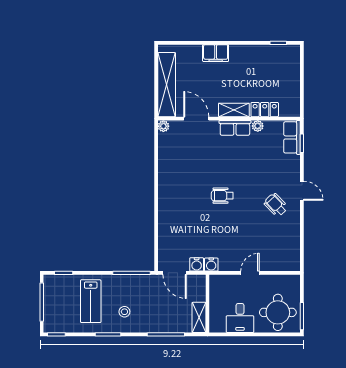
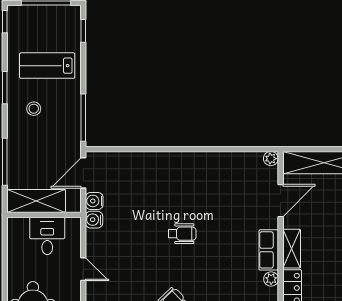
wheelchair: (222, 196) -> (182, 234), turned 90
shelving: (199, 317) -> (36, 201), width x1.50, depth x1.33
desk: (240, 318) -> (47, 236), moved, turned 90

